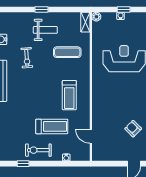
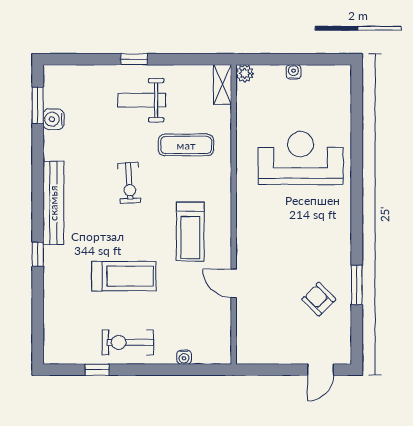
window: (124, 10) -> (300, 59), removed
weight bench: (45, 30) -> (142, 100), turned 180
exercise bike: (27, 58) -> (129, 183), moved
treadmill: (52, 126) -> (124, 276), moved
door: (91, 136) -> (234, 283), moved

